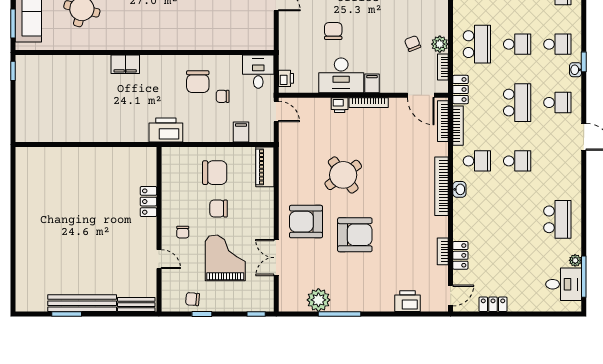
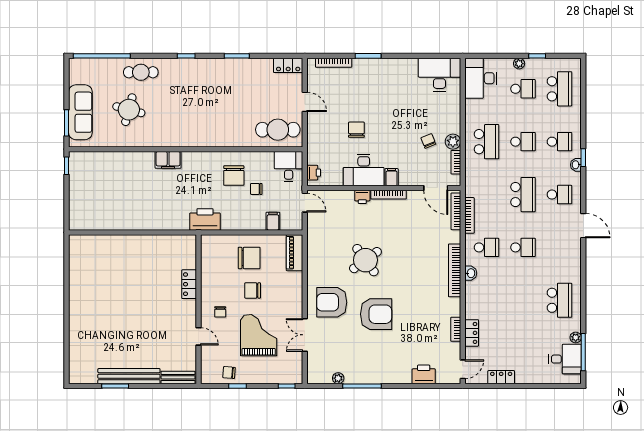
cafe table: (246, 31) -> (278, 130), added
locker: (461, 89) -> (472, 183), removed
plant: (318, 300) -> (338, 378), width x0.53, depth x0.53

